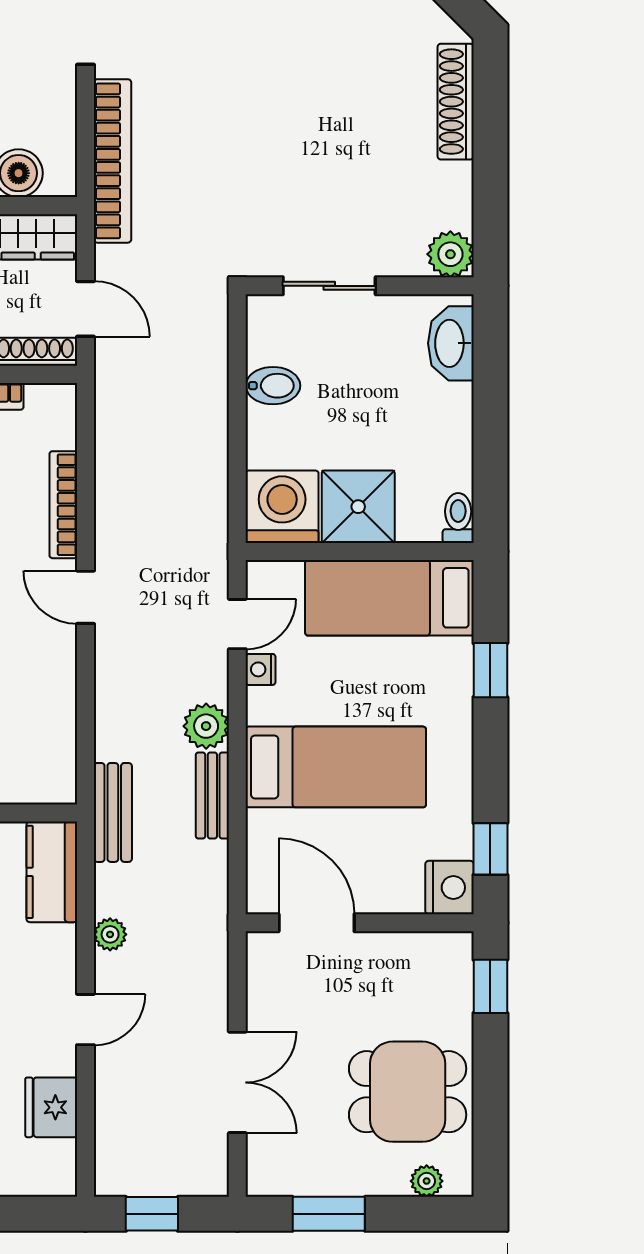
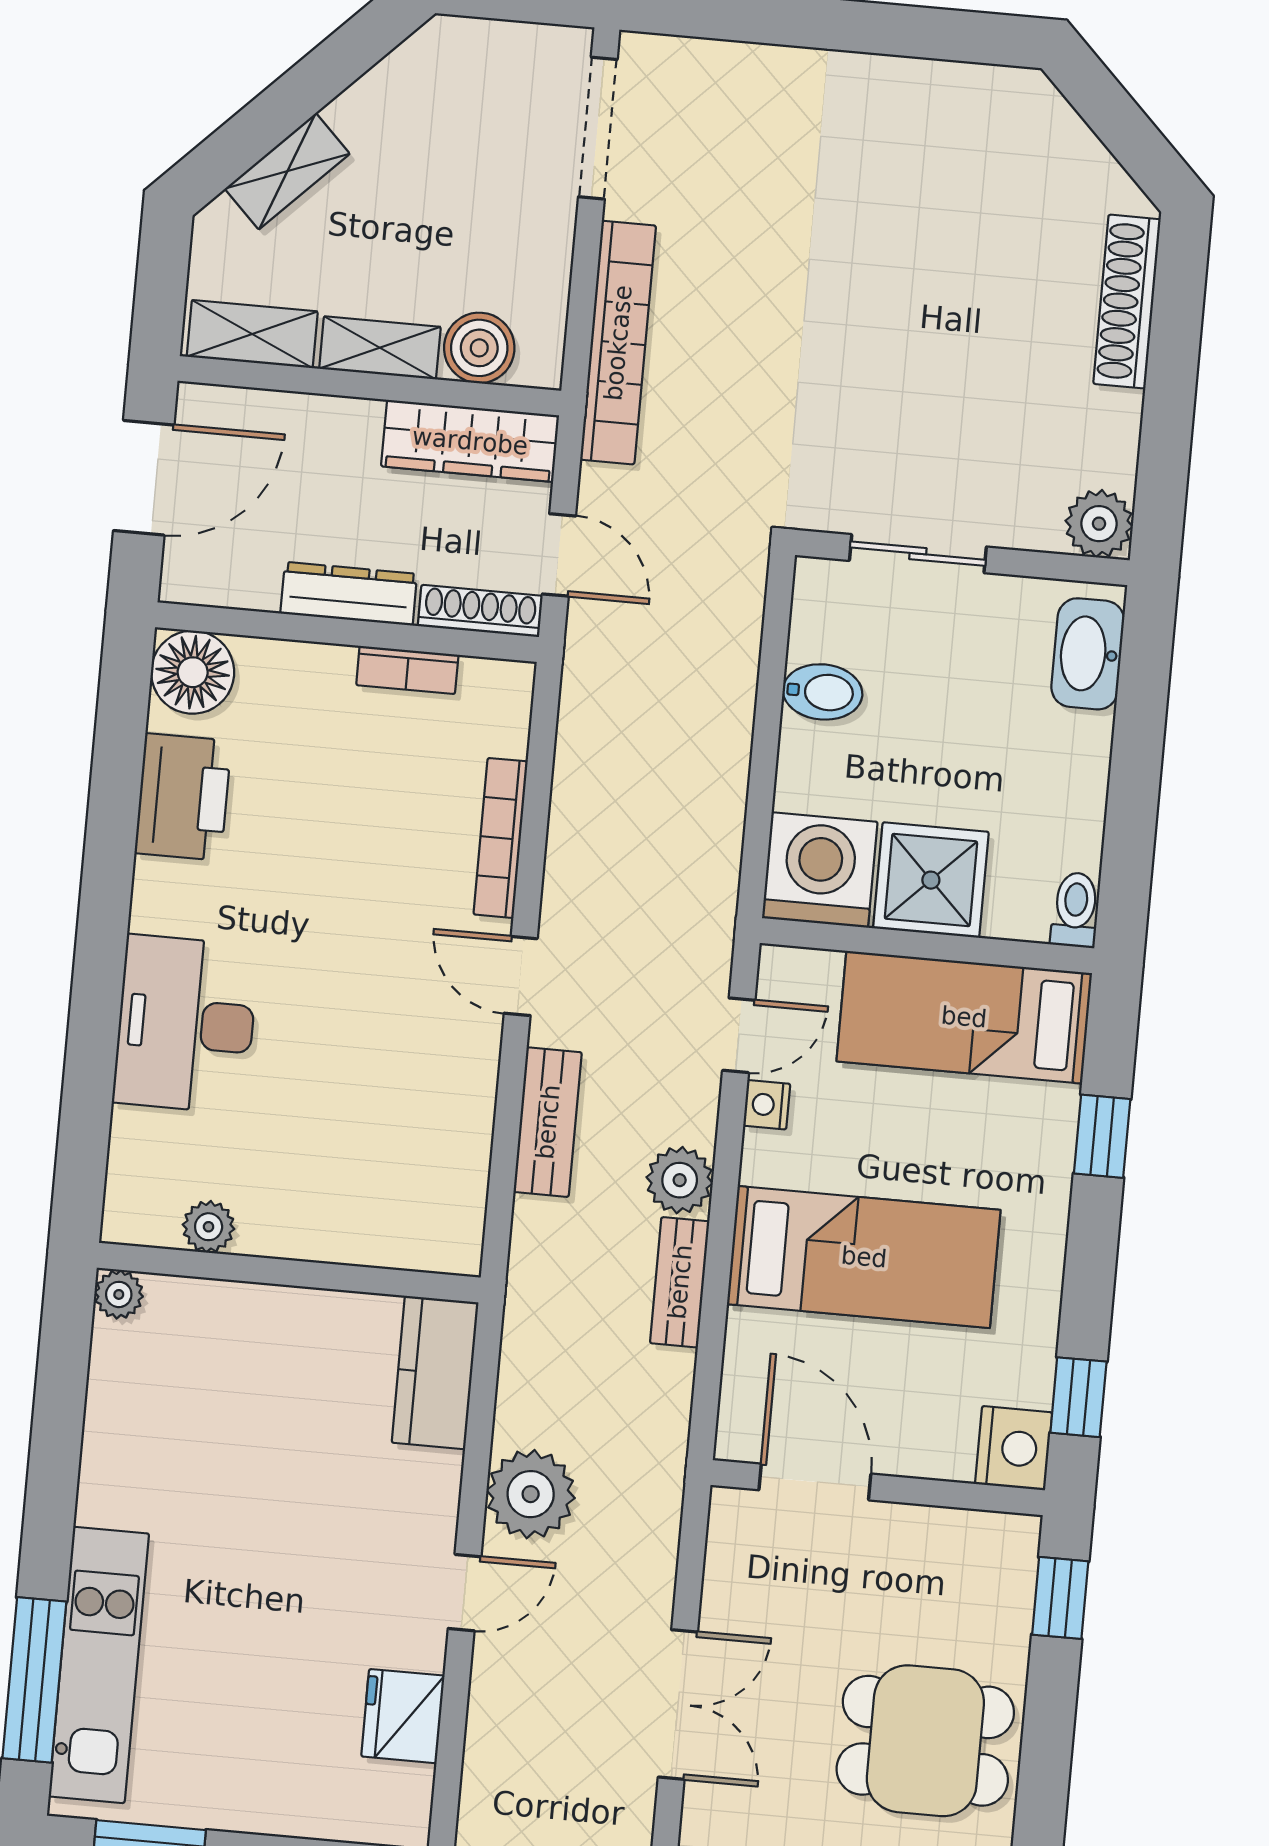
bench: (113, 812) -> (548, 1122), moved
plant: (110, 934) -> (531, 1494), width x1.88, depth x1.88

